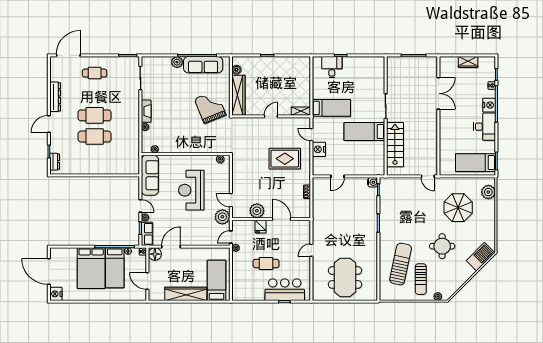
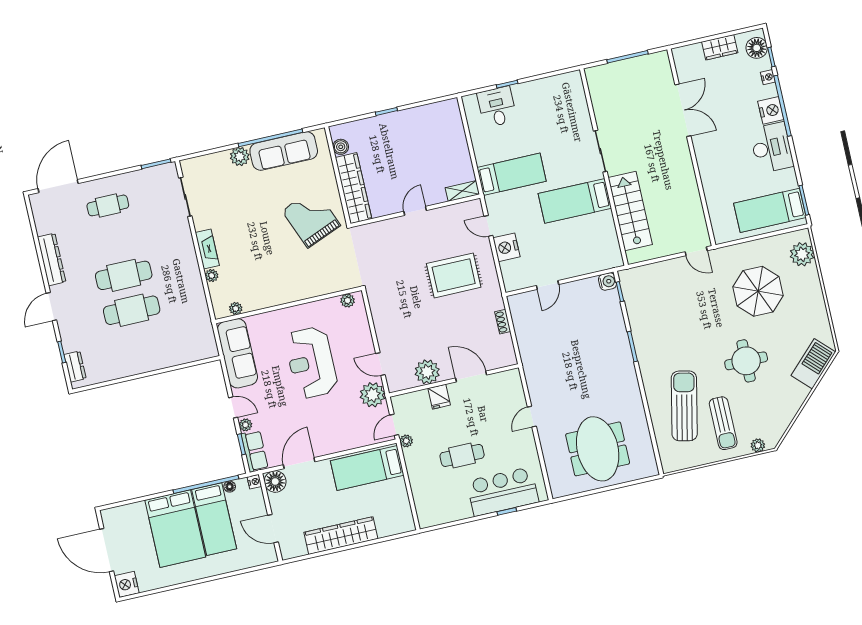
floor lamp: (489, 67) -> (757, 48), added
bed: (217, 280) -> (367, 468), moved, turned -90

